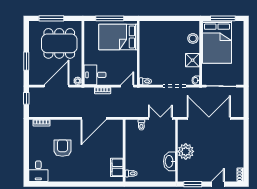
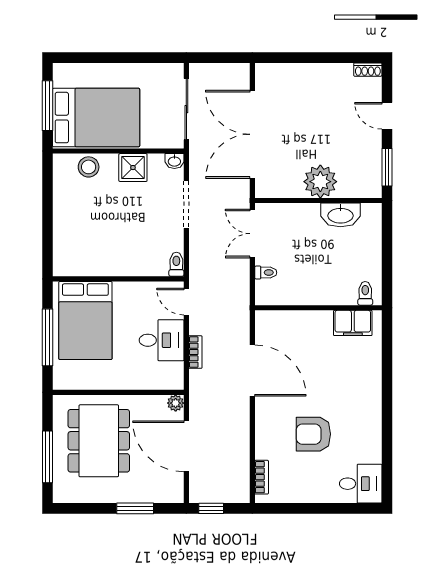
desk: (95, 75) -> (162, 340), moved, turned -90

